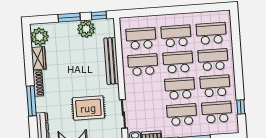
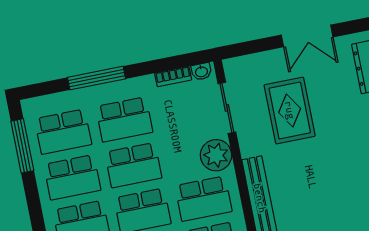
plant: (133, 88) -> (216, 155), added
window: (241, 107) -> (22, 146), width x2.17
rug: (88, 108) -> (290, 110), turned 90

